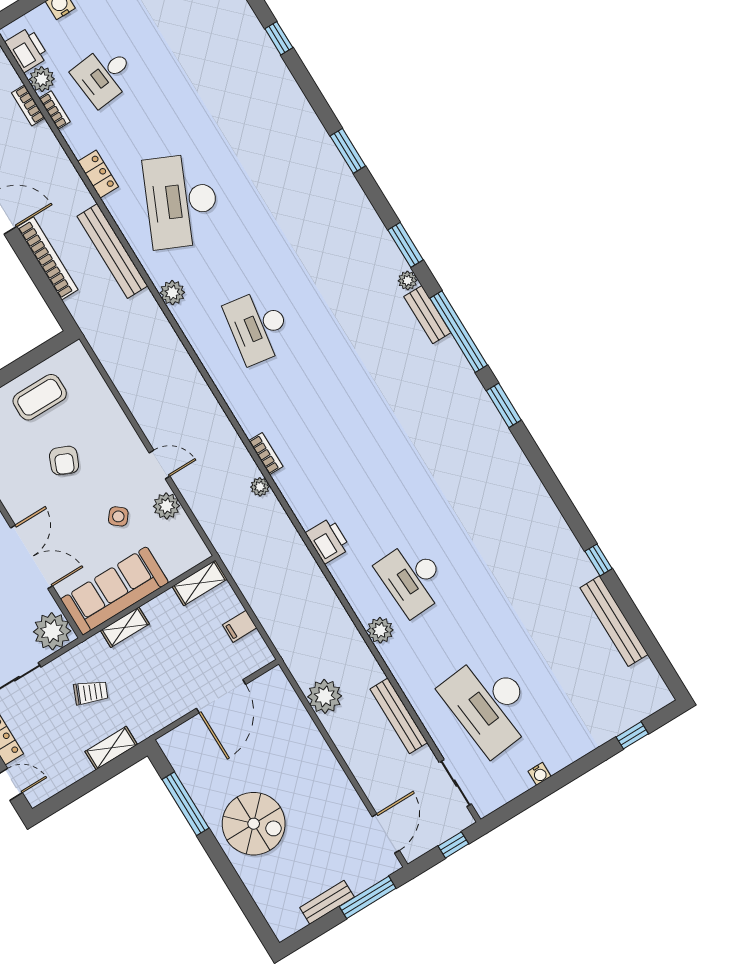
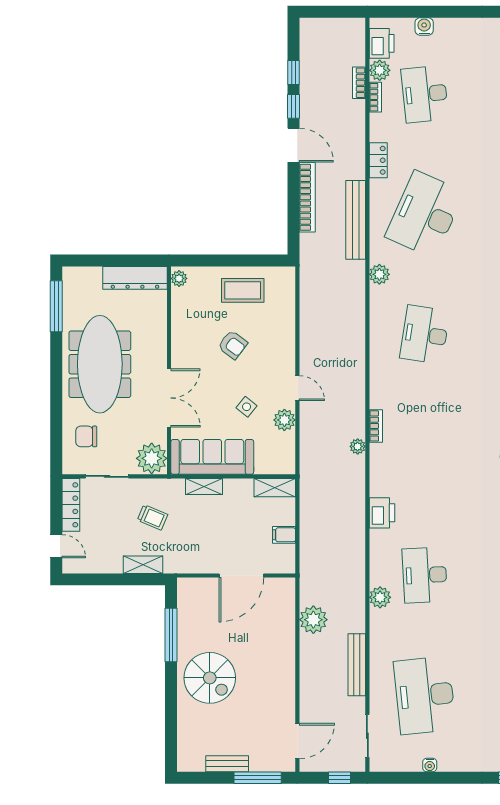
desk: (104, 75) -> (425, 94), width x1.37
armchair: (64, 461) -> (233, 345), turned -76

